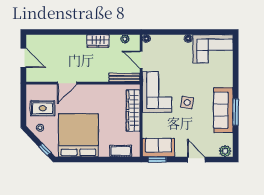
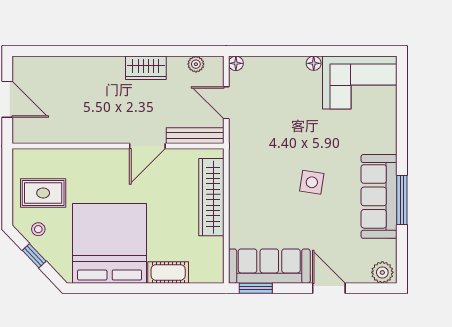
door: (67, 83) -> (147, 146), moved
corner sofa: (157, 92) -> (256, 163), removed
sofa: (158, 148) -> (269, 266), width x1.36
window: (45, 149) -> (34, 256), moved
cot: (121, 151) -> (168, 272), moved

